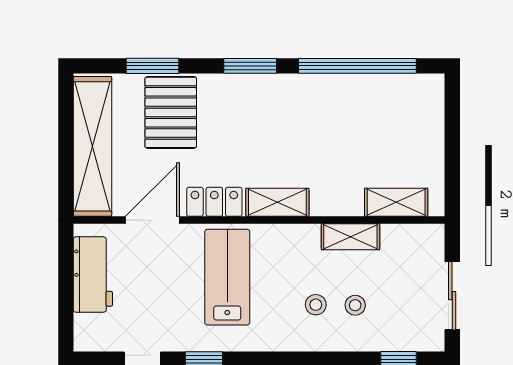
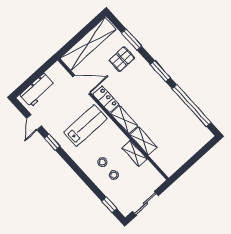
pallet: (171, 112) -> (122, 59), width x0.67, depth x0.71
shelving: (396, 202) -> (143, 141), moved
workbench: (93, 275) -> (37, 90), moved

